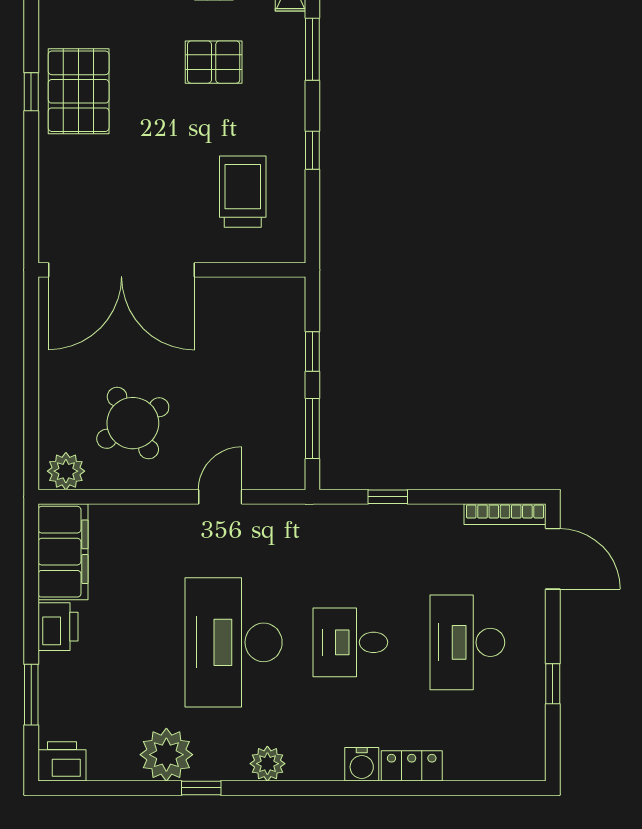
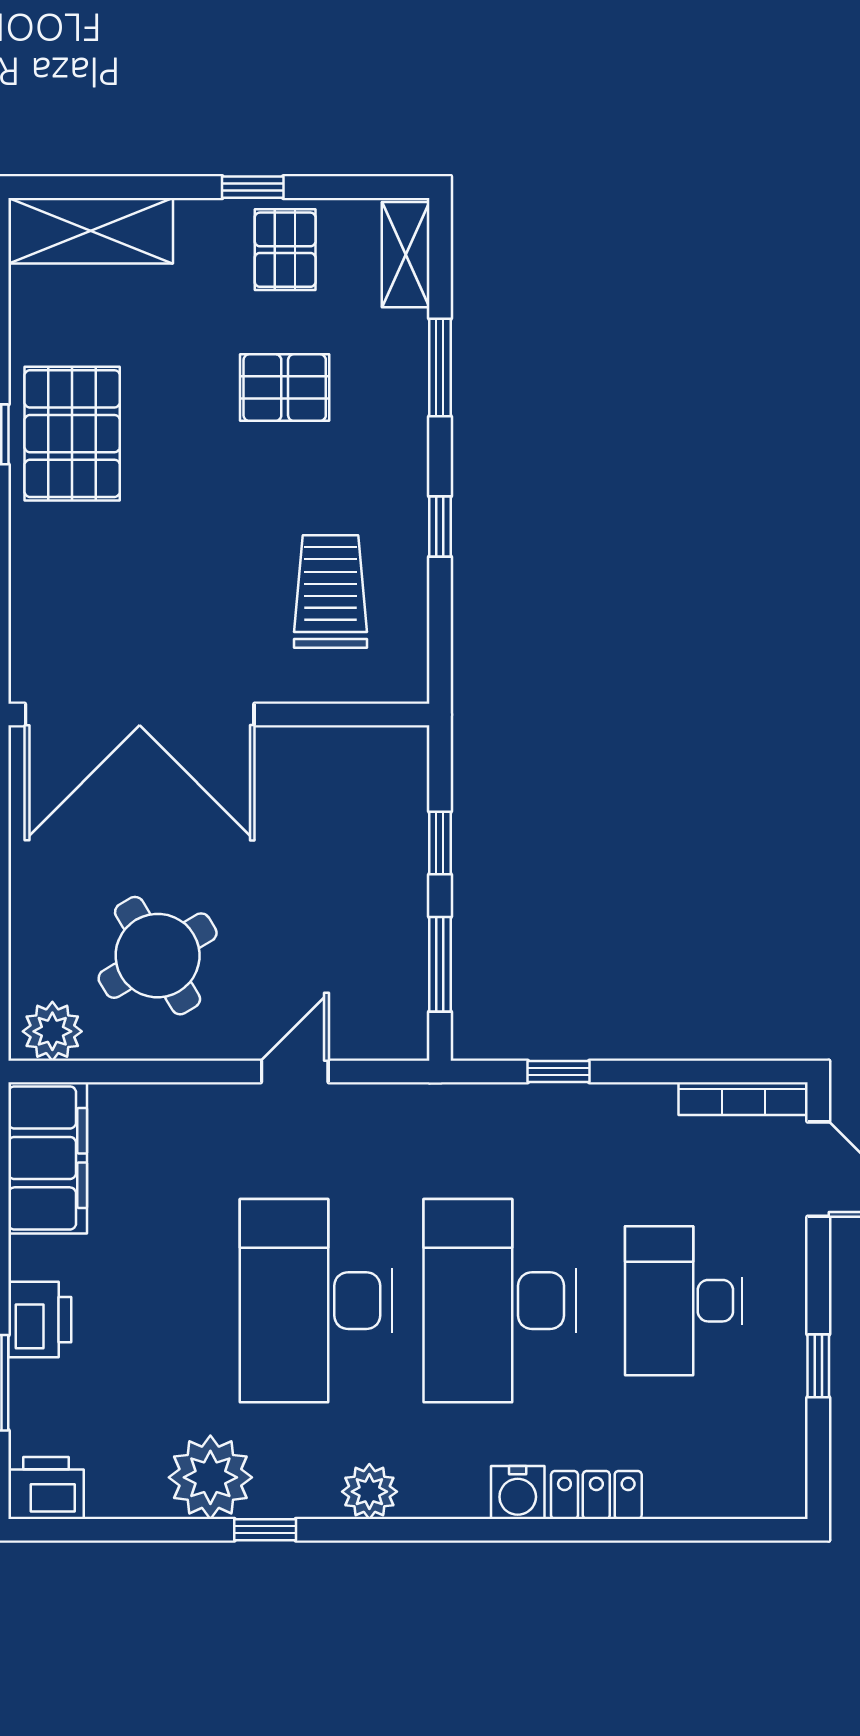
printer: (58, 627) -> (40, 1320), moved
desk: (350, 642) -> (500, 1301), width x1.87, depth x1.30

